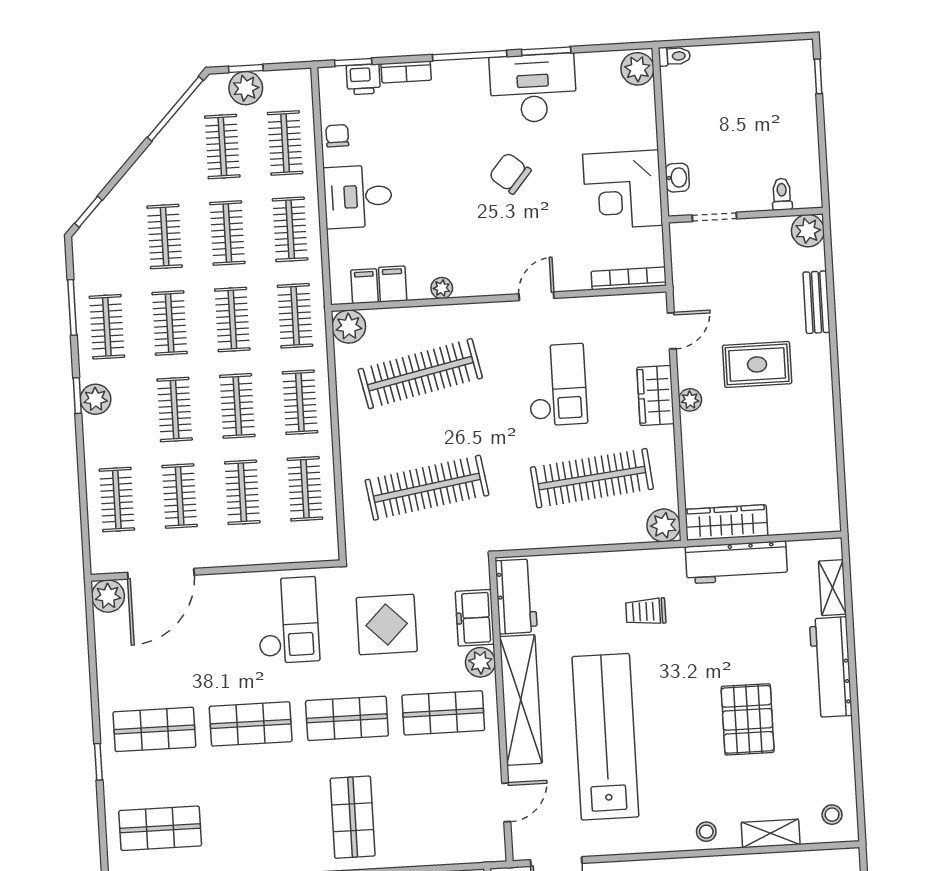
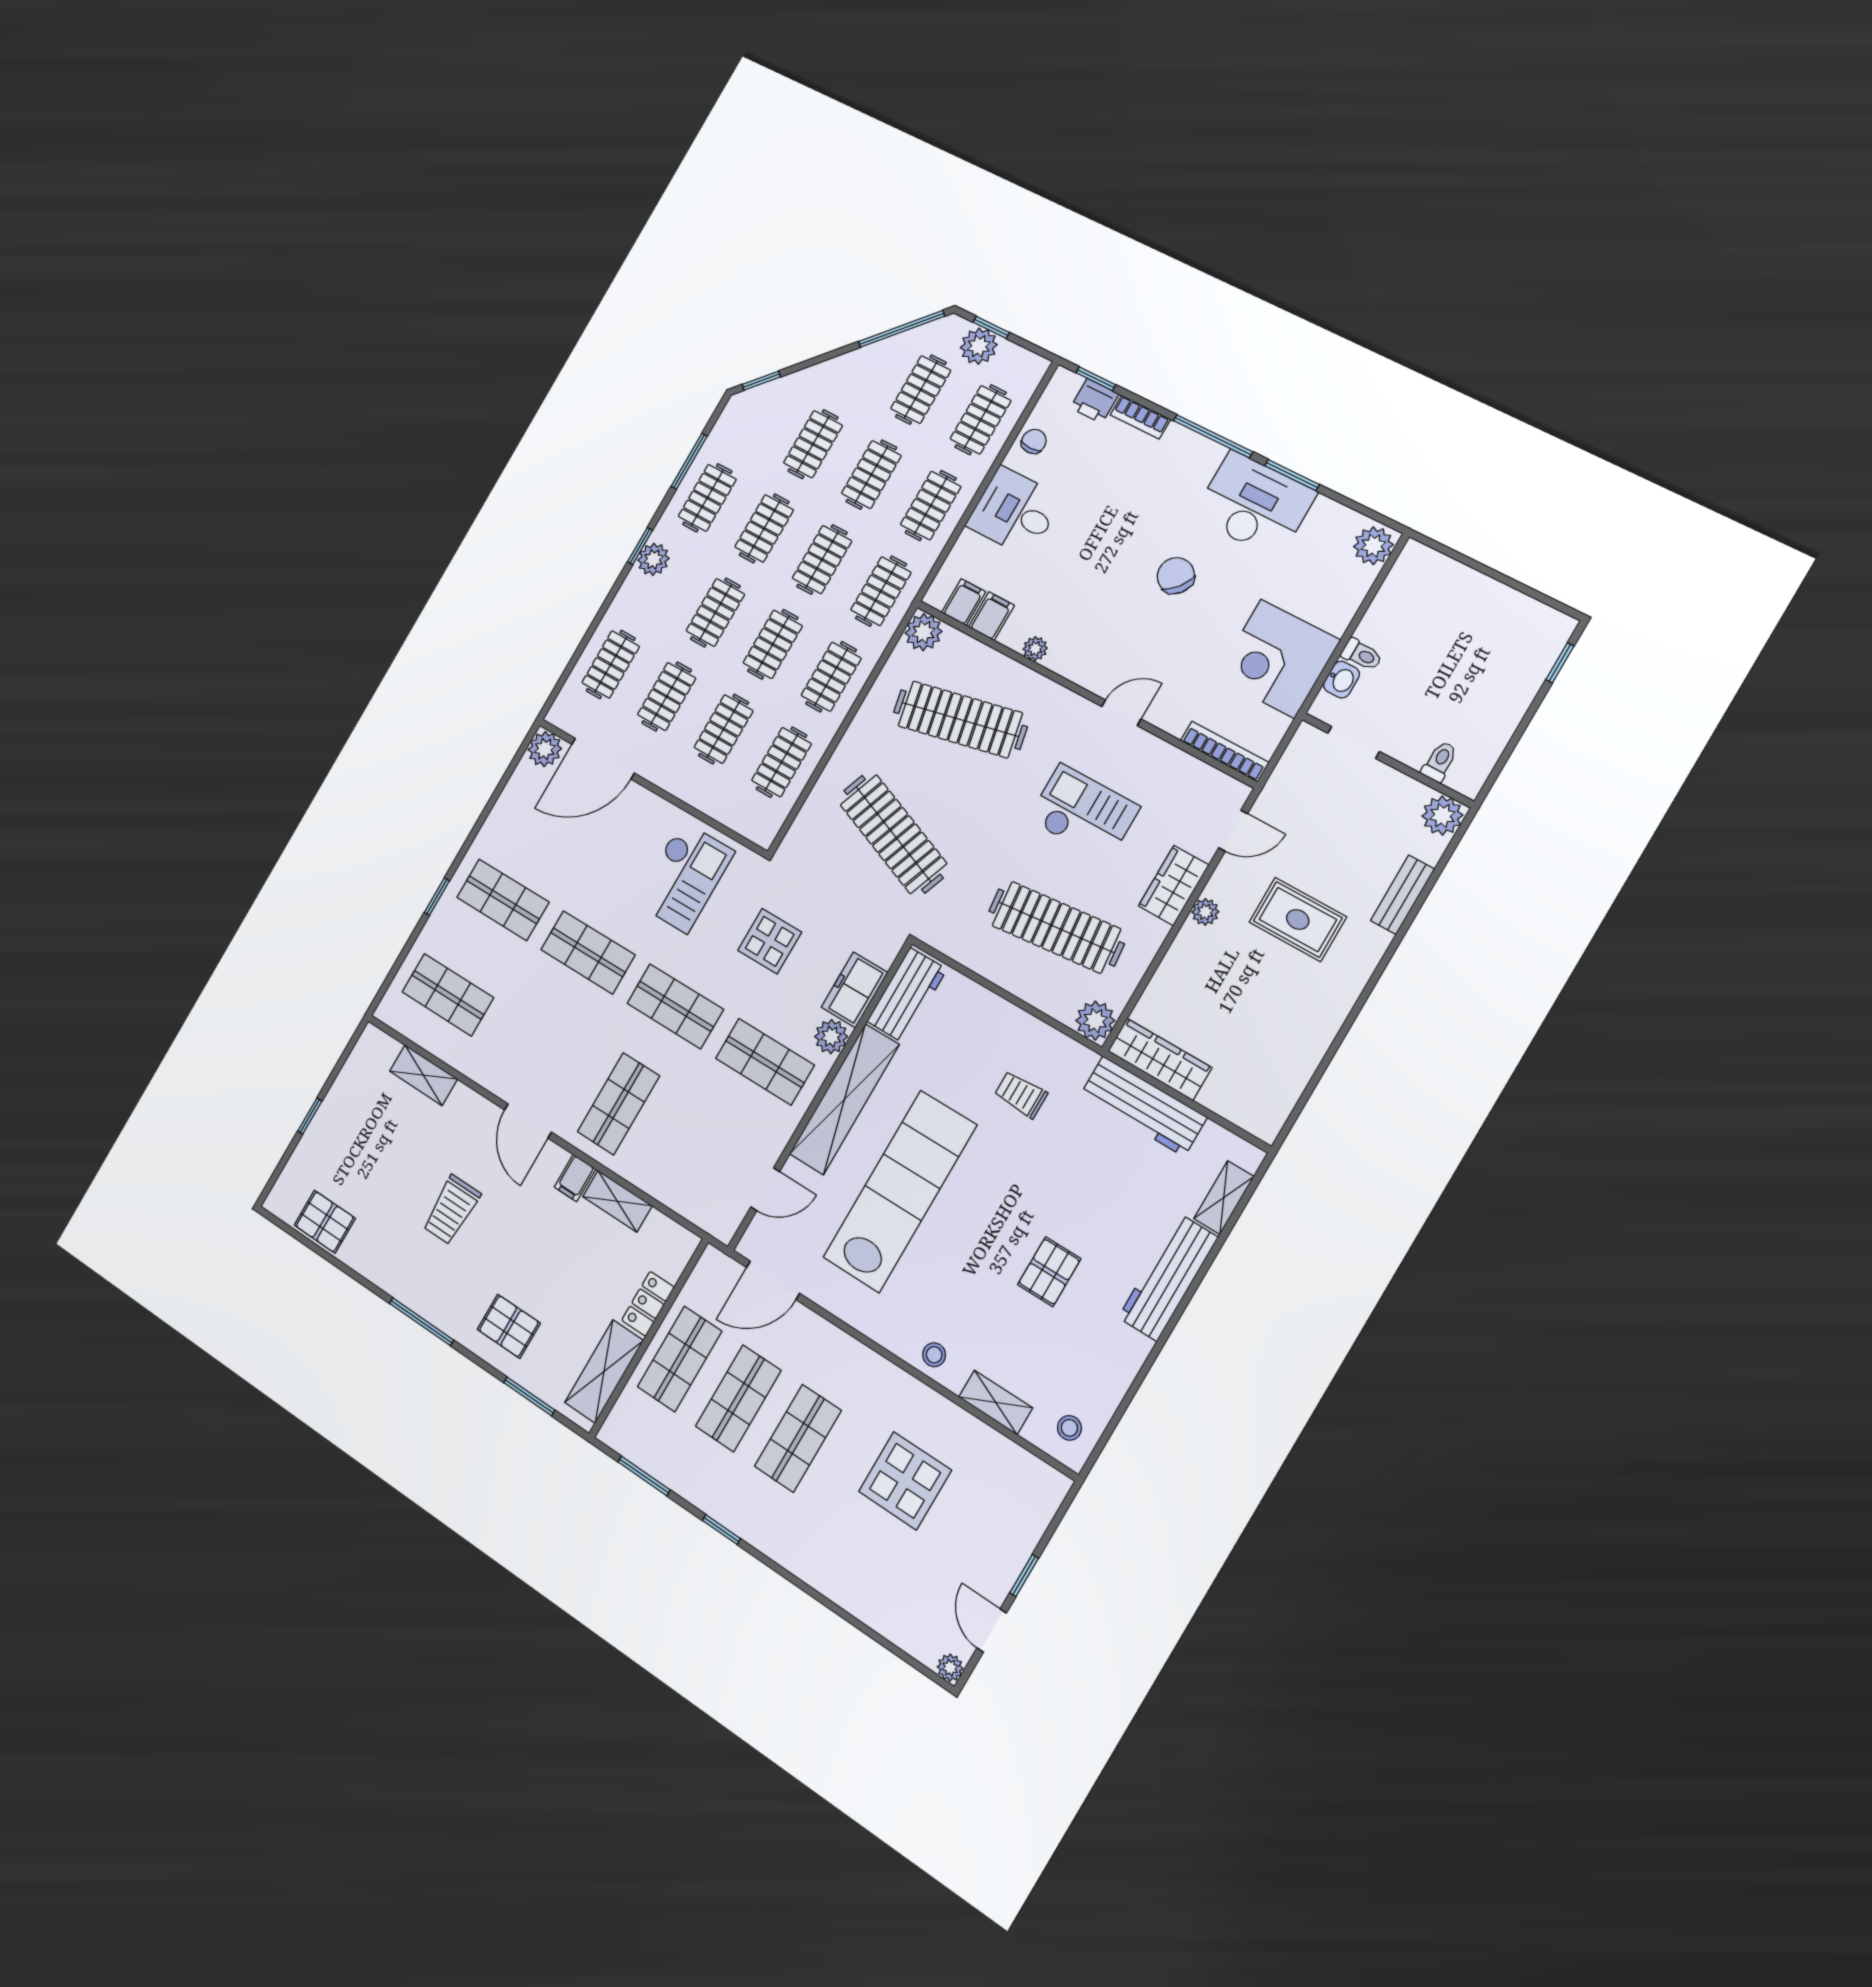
toilet: (674, 56) -> (1362, 655), moved
checkout: (557, 385) -> (1084, 813), turned -90
clothes rail: (427, 488) -> (893, 834), turned 30
display table: (387, 625) -> (770, 941), width x0.73, depth x0.73
pallet: (748, 719) -> (1049, 1272), width x0.67, depth x0.71

